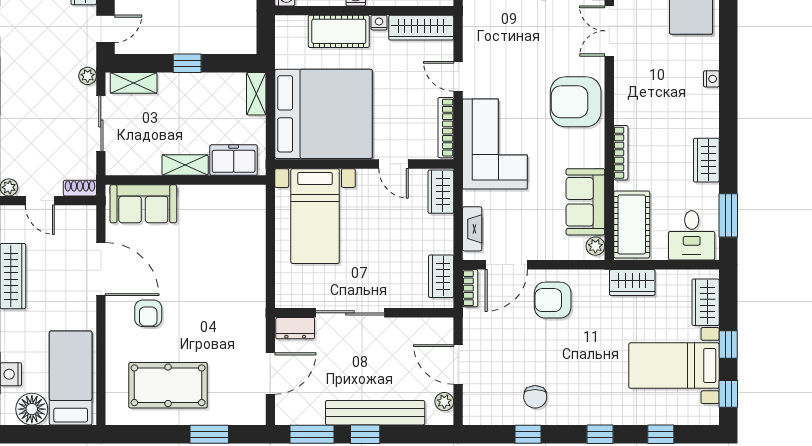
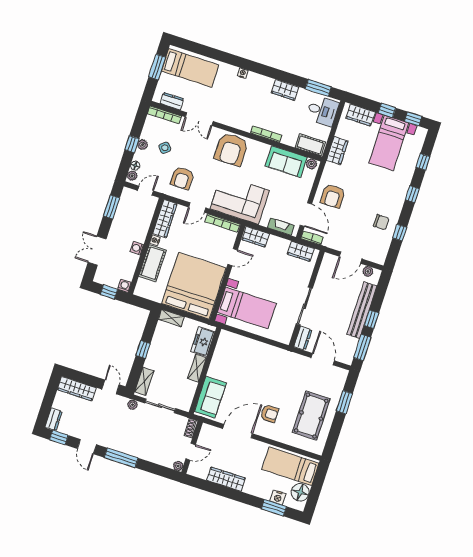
armchair: (500, 35) -> (182, 178), added
cot: (632, 224) -> (310, 145), width x0.73, depth x0.75

